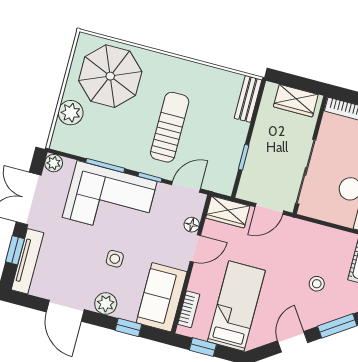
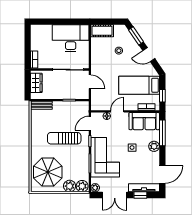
plant: (64, 138) -> (82, 186), added
door: (186, 187) -> (90, 123), hinge flipped
wardrobe: (228, 212) -> (96, 101), removed
door: (195, 248) -> (117, 111), hinge flipped
door: (65, 311) -> (162, 174), moved
window: (128, 327) -> (162, 133), width x2.17

